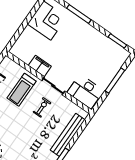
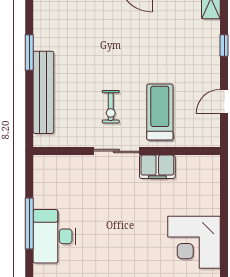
desk: (85, 92) -> (54, 236), moved, turned -90

